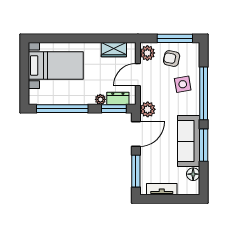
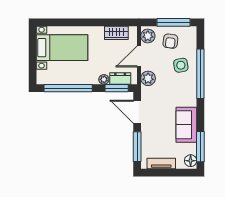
armchair: (172, 59) -> (170, 41), turned -95
plant: (148, 109) -> (148, 78), moved
door: (136, 134) -> (137, 112), swing flipped
sofa: (189, 141) -> (186, 125), width x0.73
window: (204, 145) -> (200, 147), moved
floor lamp: (193, 174) -> (191, 161), moved

